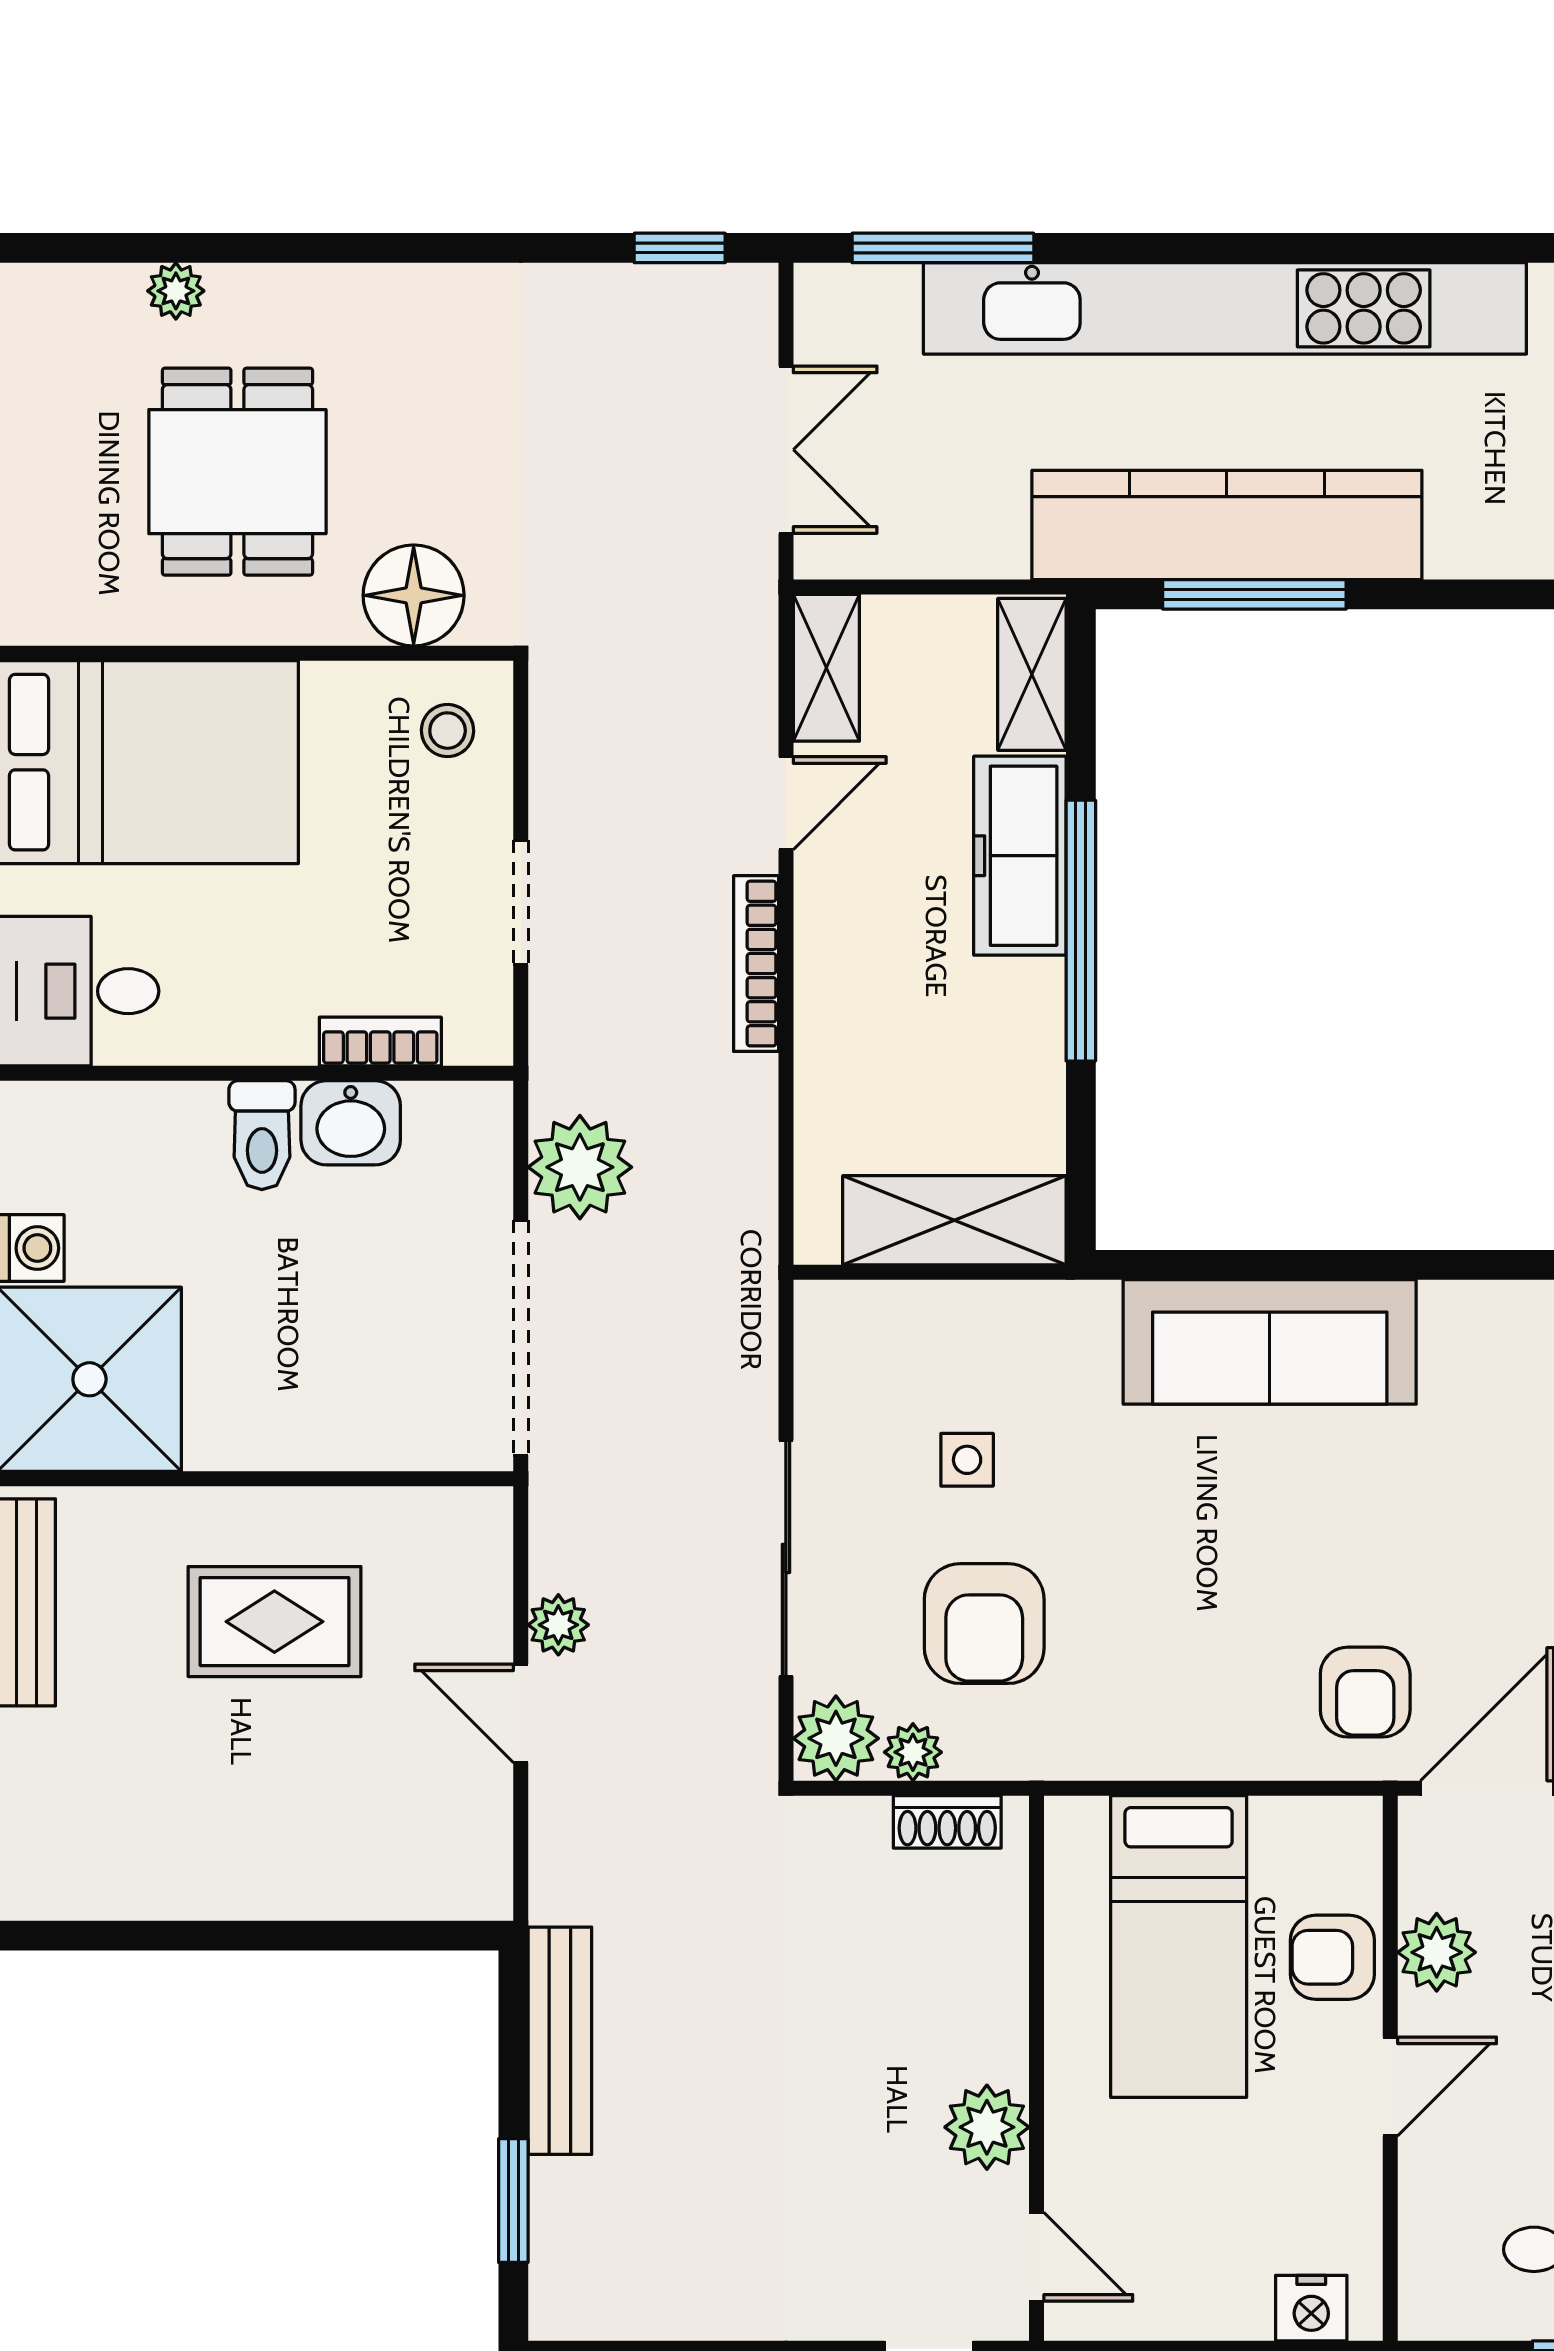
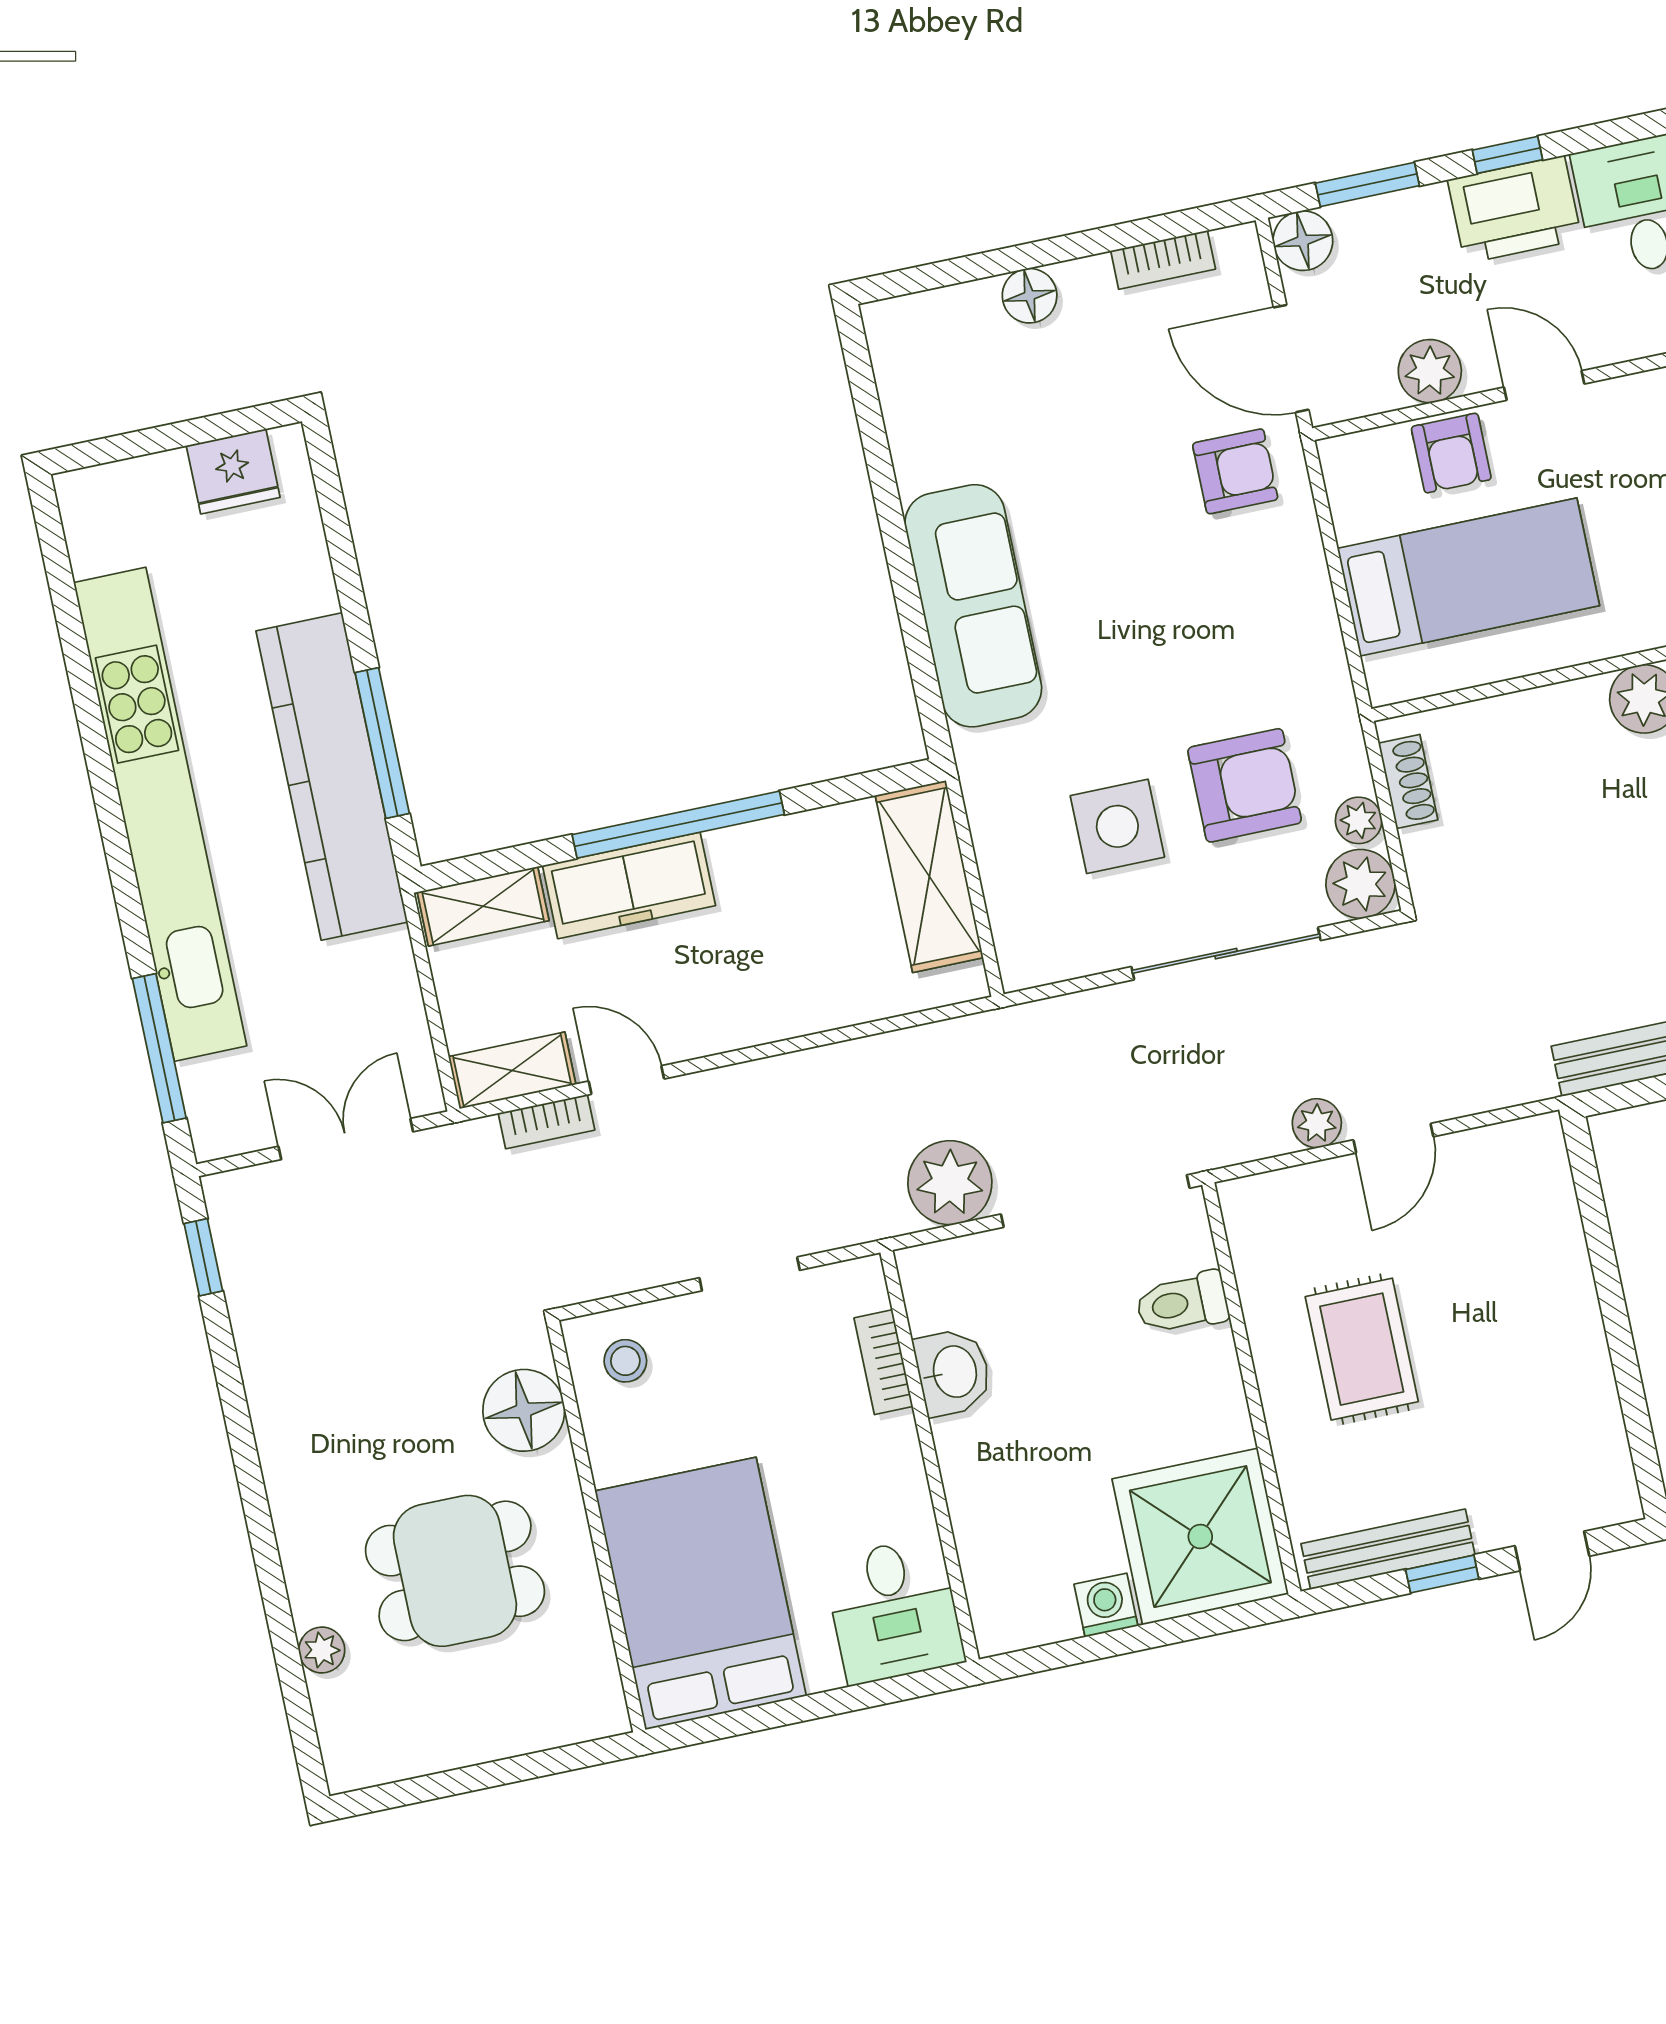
bookcase: (756, 964) -> (546, 1122), moved, width x0.64
toilet: (262, 1135) -> (1182, 1303), moved, turned 180
side table: (967, 1460) -> (1117, 826), width x1.87, depth x1.87

